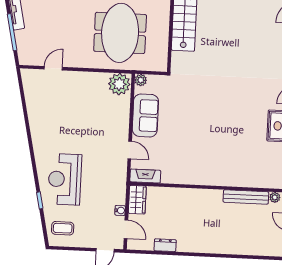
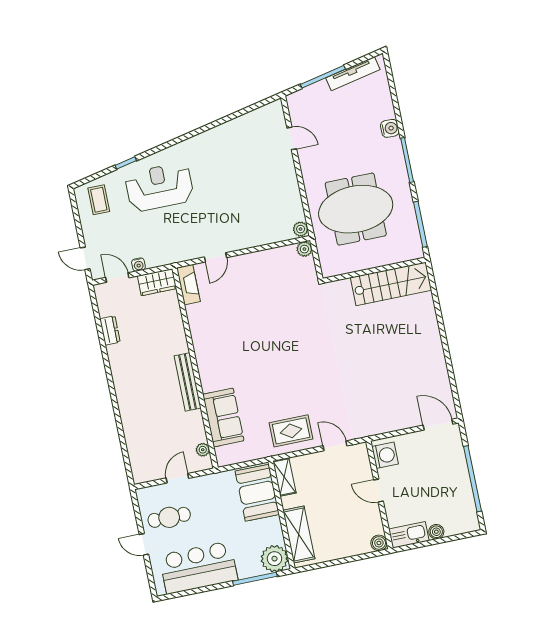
plant: (119, 84) -> (301, 229), width x0.53, depth x0.53
sofa: (145, 115) -> (223, 417), moved, turned -90
bench: (246, 197) -> (188, 382), moved
door: (126, 229) -> (117, 278), swing flipped

